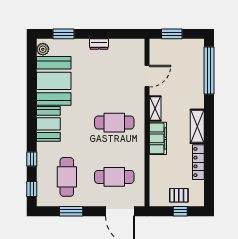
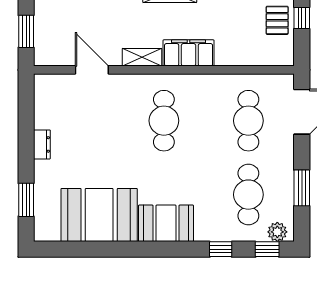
plant: (43, 49) -> (277, 232), moved
cafe table: (67, 177) -> (248, 195), turned 90

